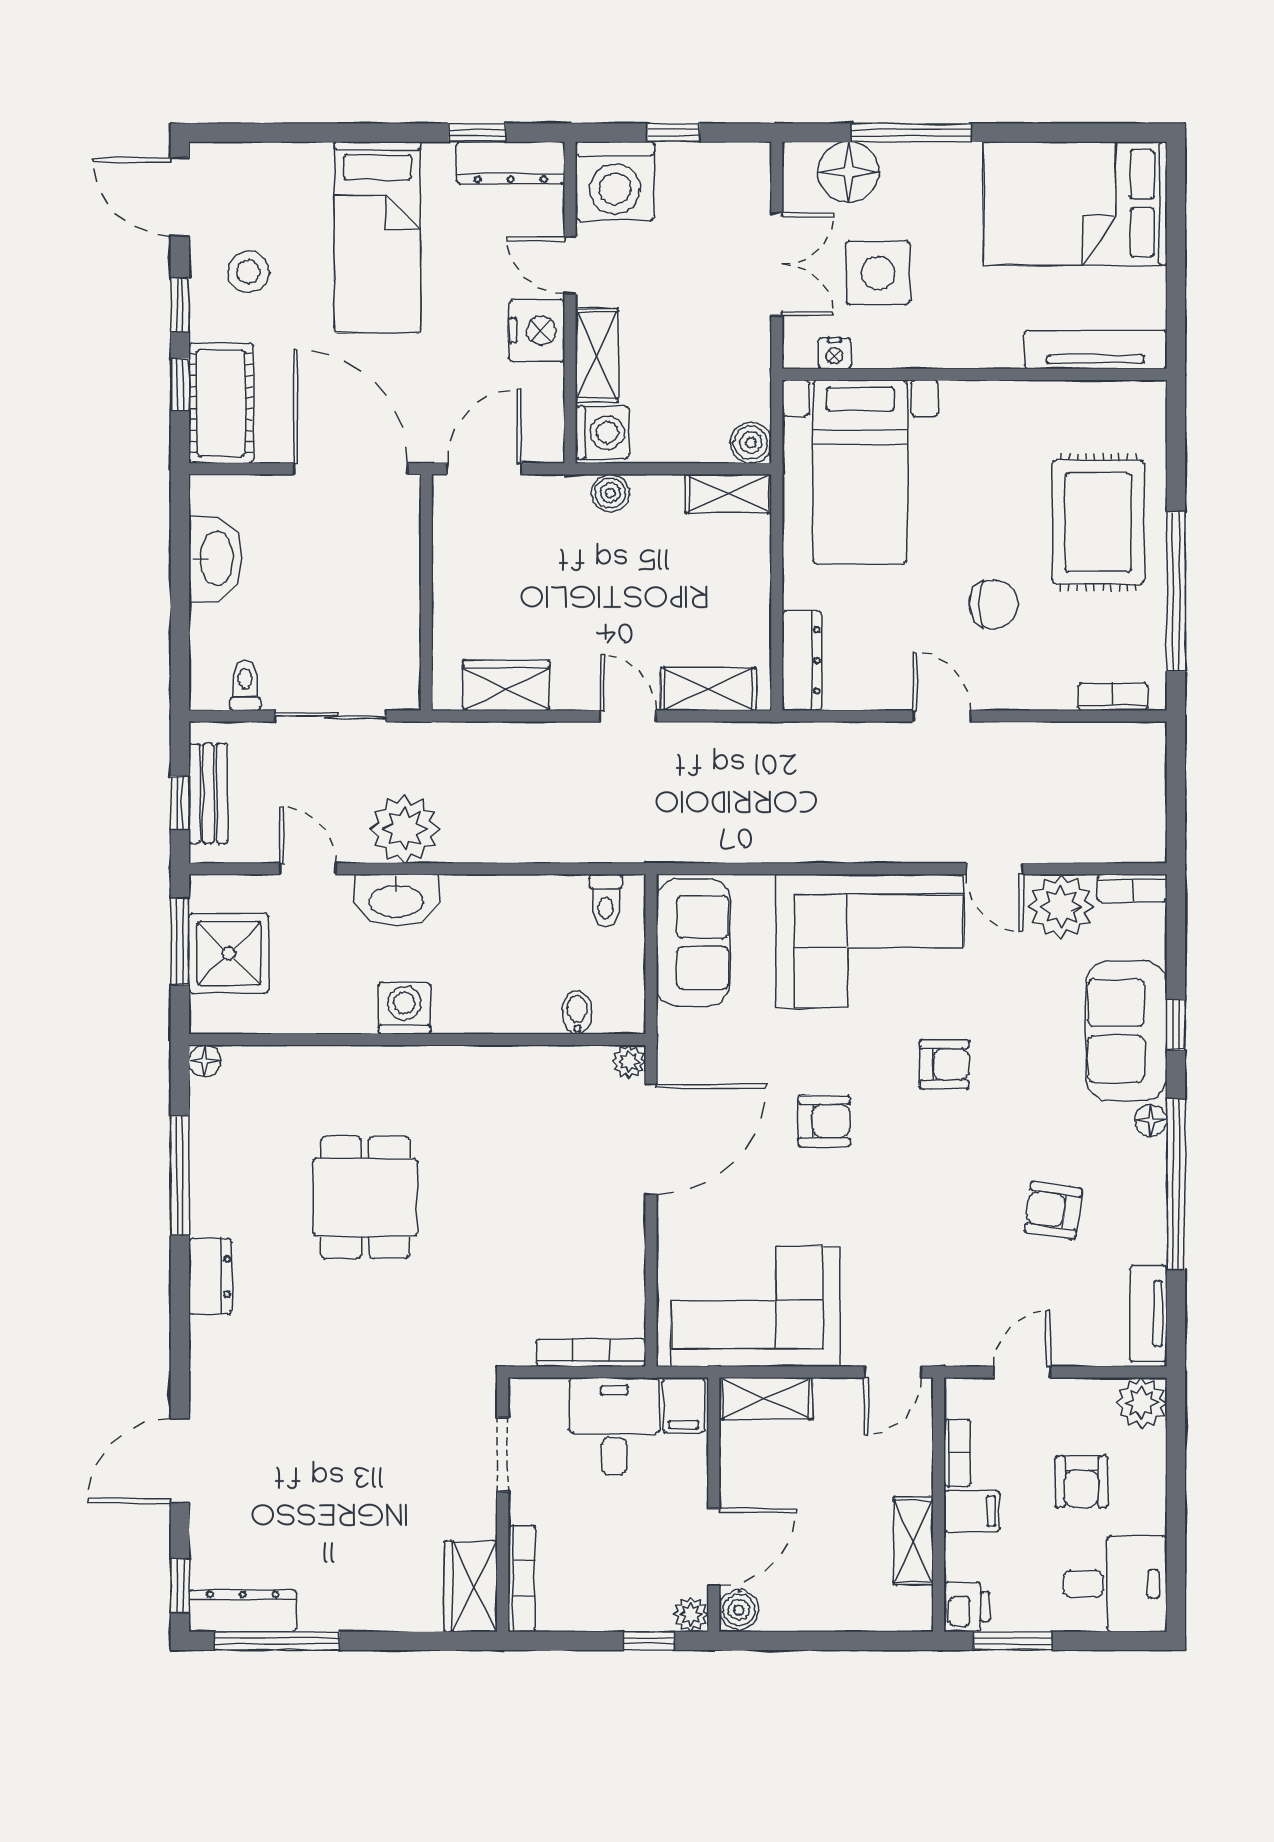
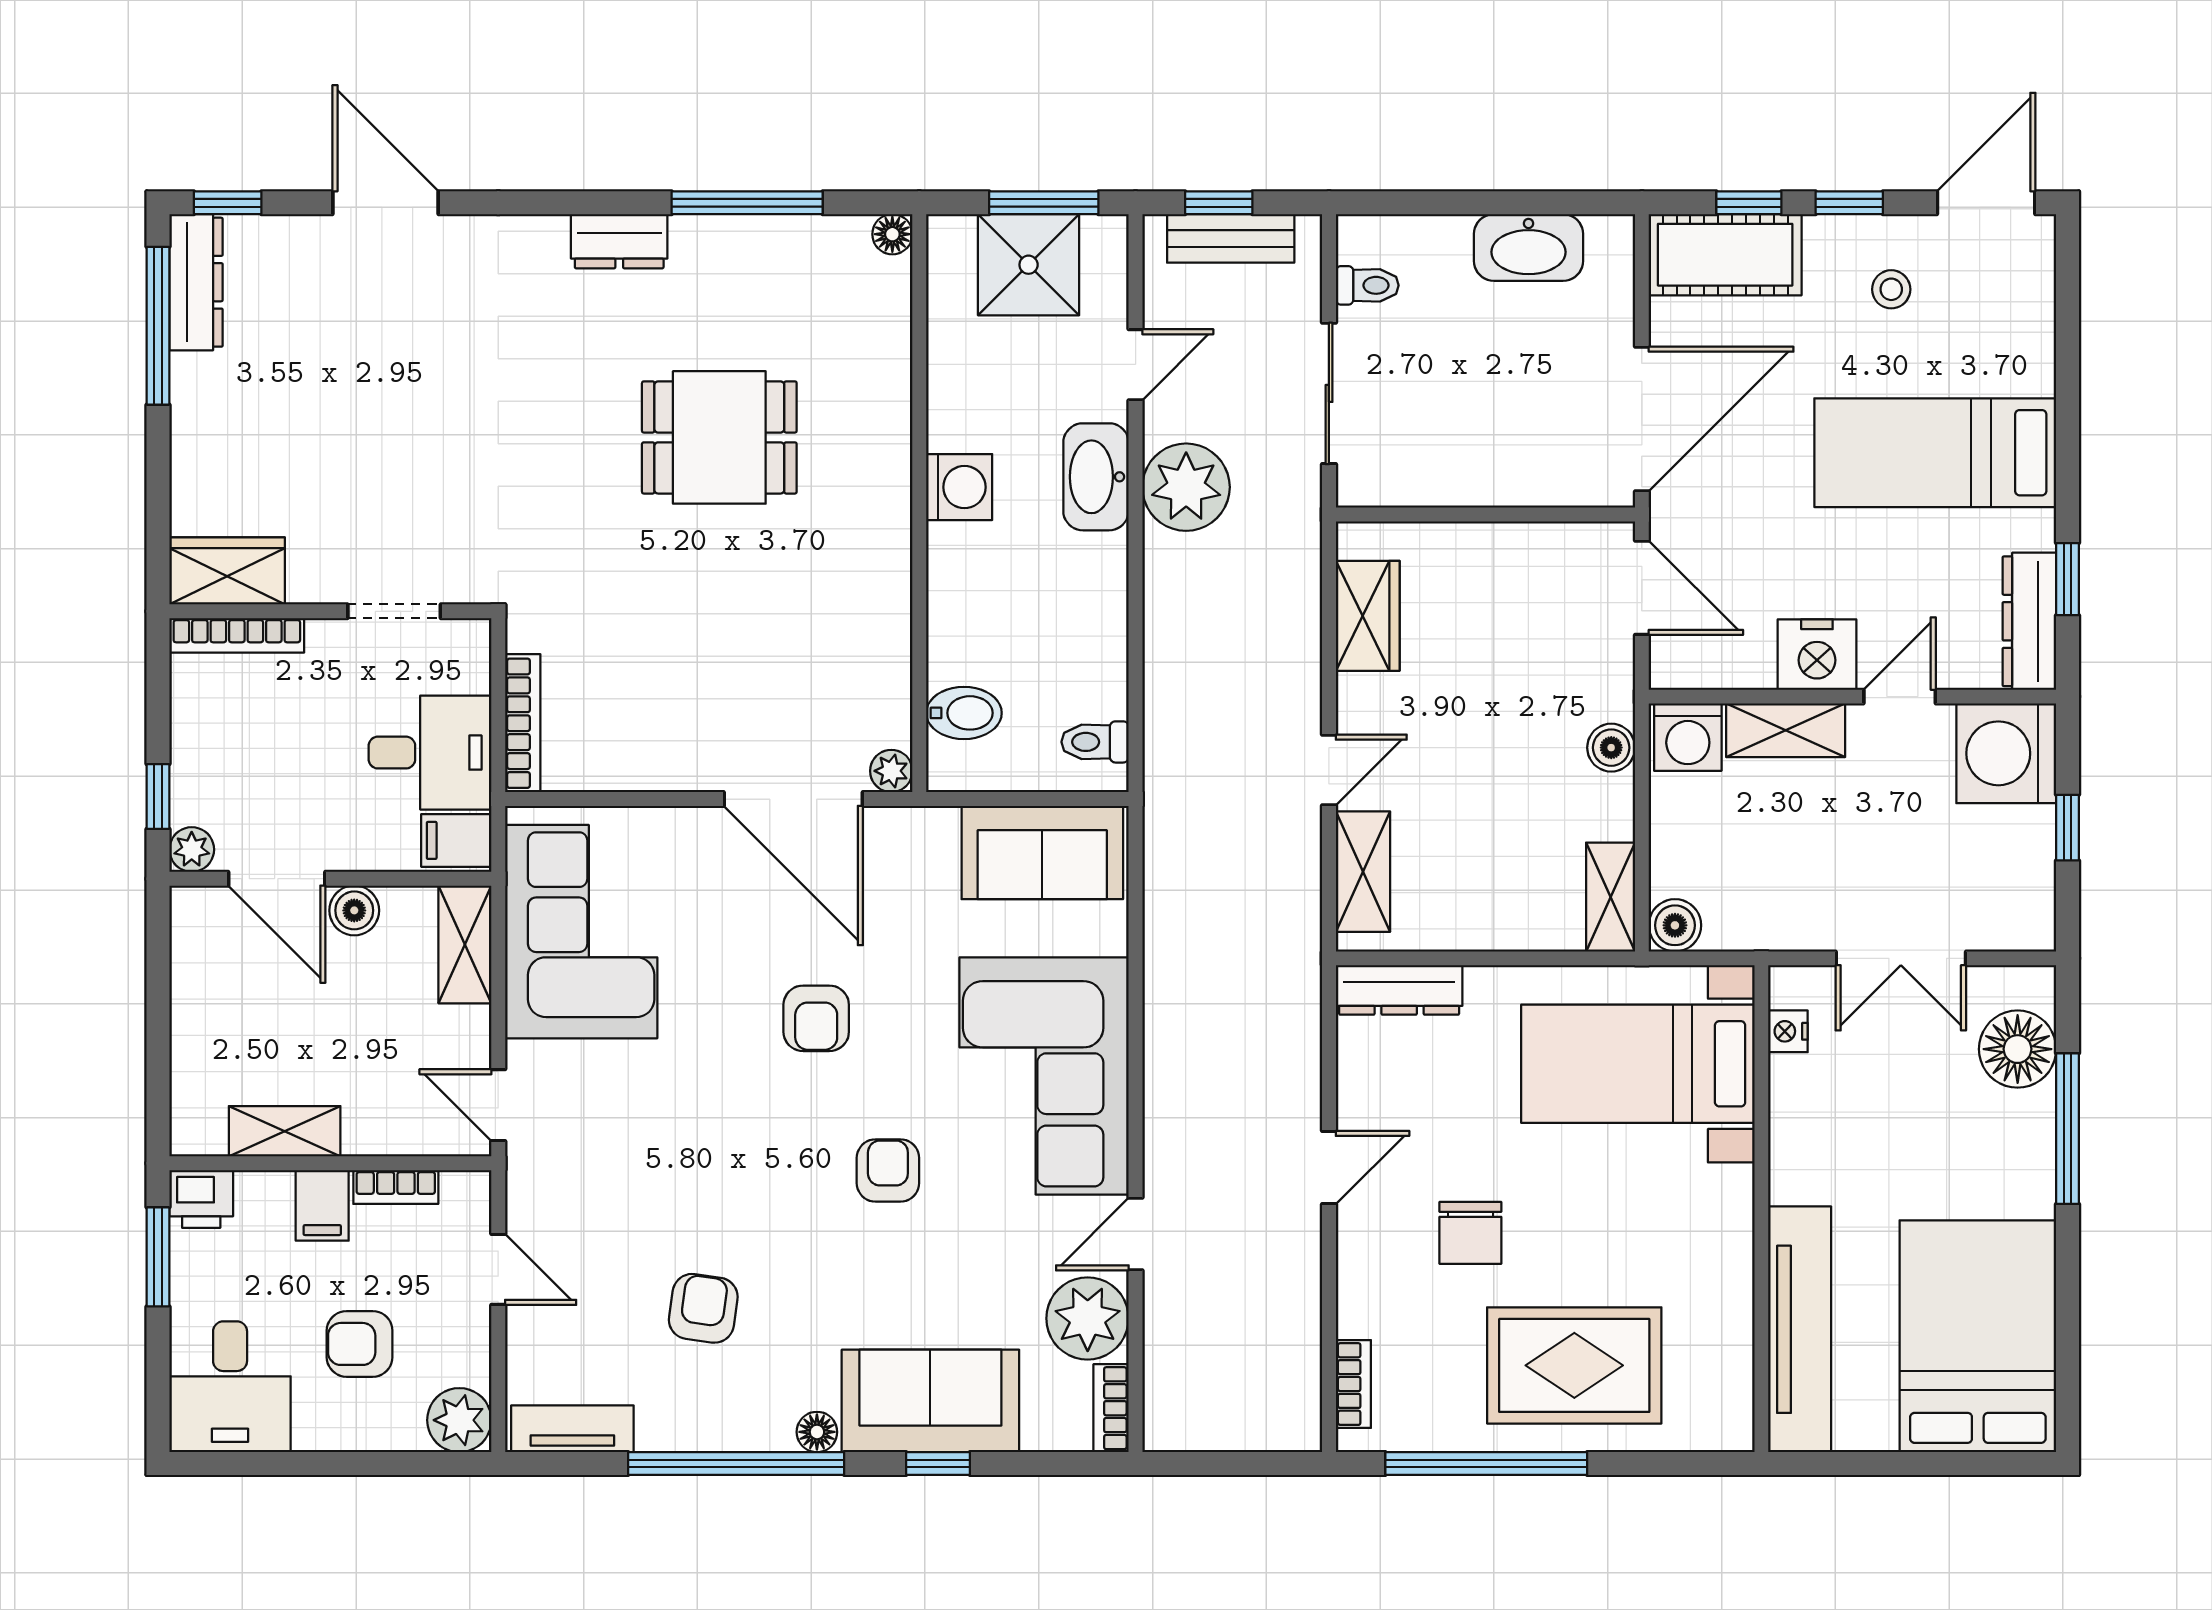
stool: (248, 272) -> (1891, 289), width x0.73, depth x0.73
side table: (878, 273) -> (1890, 1086), removed
tv unit: (1096, 350) -> (1800, 1329), width x1.36, depth x1.29
bidet: (577, 1012) -> (964, 713), width x1.38, depth x1.36
armchair: (944, 1064) -> (888, 1170), turned 180
boiler: (739, 1610) -> (354, 910), moved

